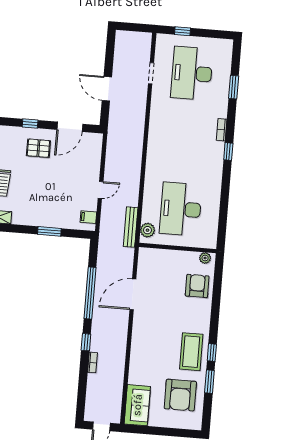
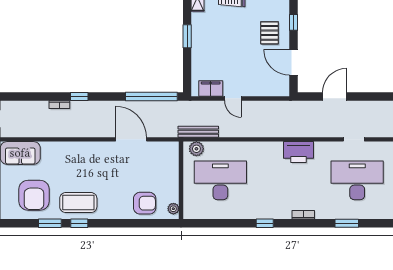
printer: (159, 129) -> (298, 152), added
window: (228, 151) -> (265, 223), moved
filing cabinet: (88, 217) -> (211, 89), width x2.00
window: (49, 231) -> (187, 36), moved
window: (90, 293) -> (151, 96), moved
armchair: (180, 395) -> (34, 195), turned -90

